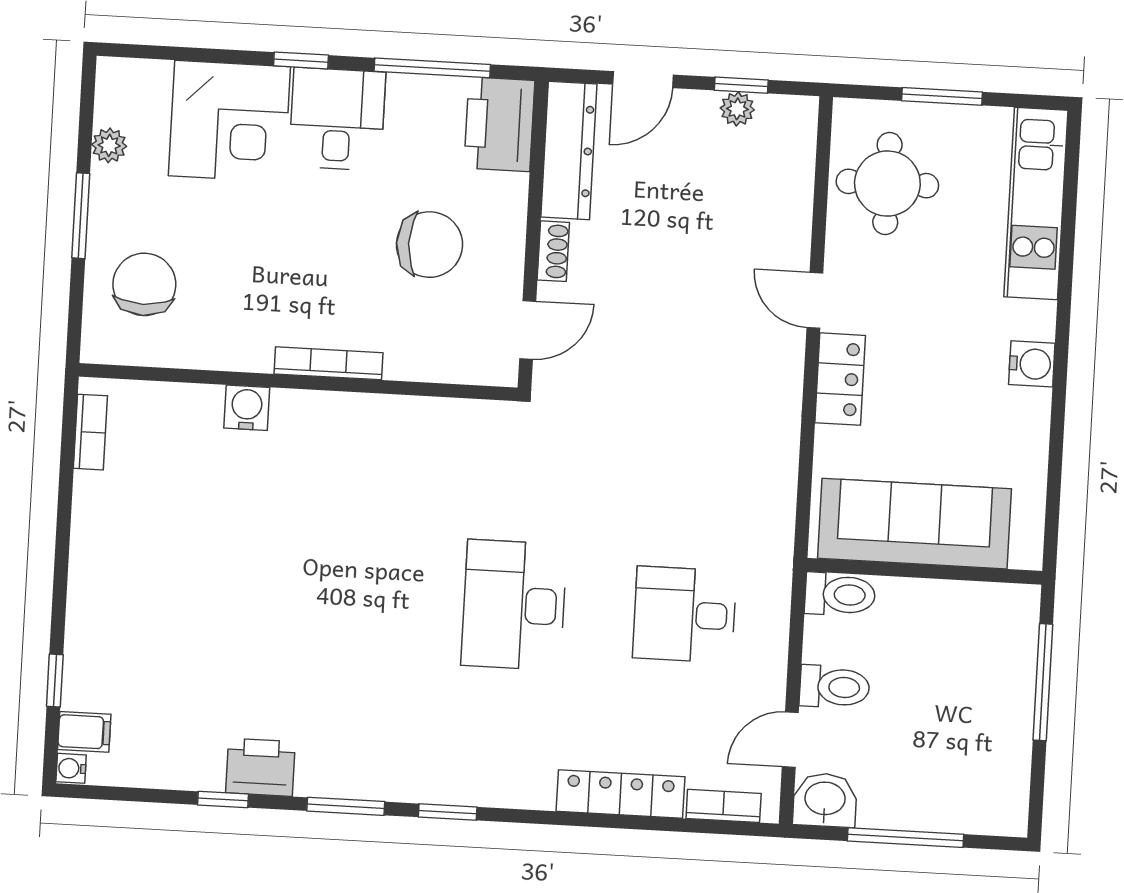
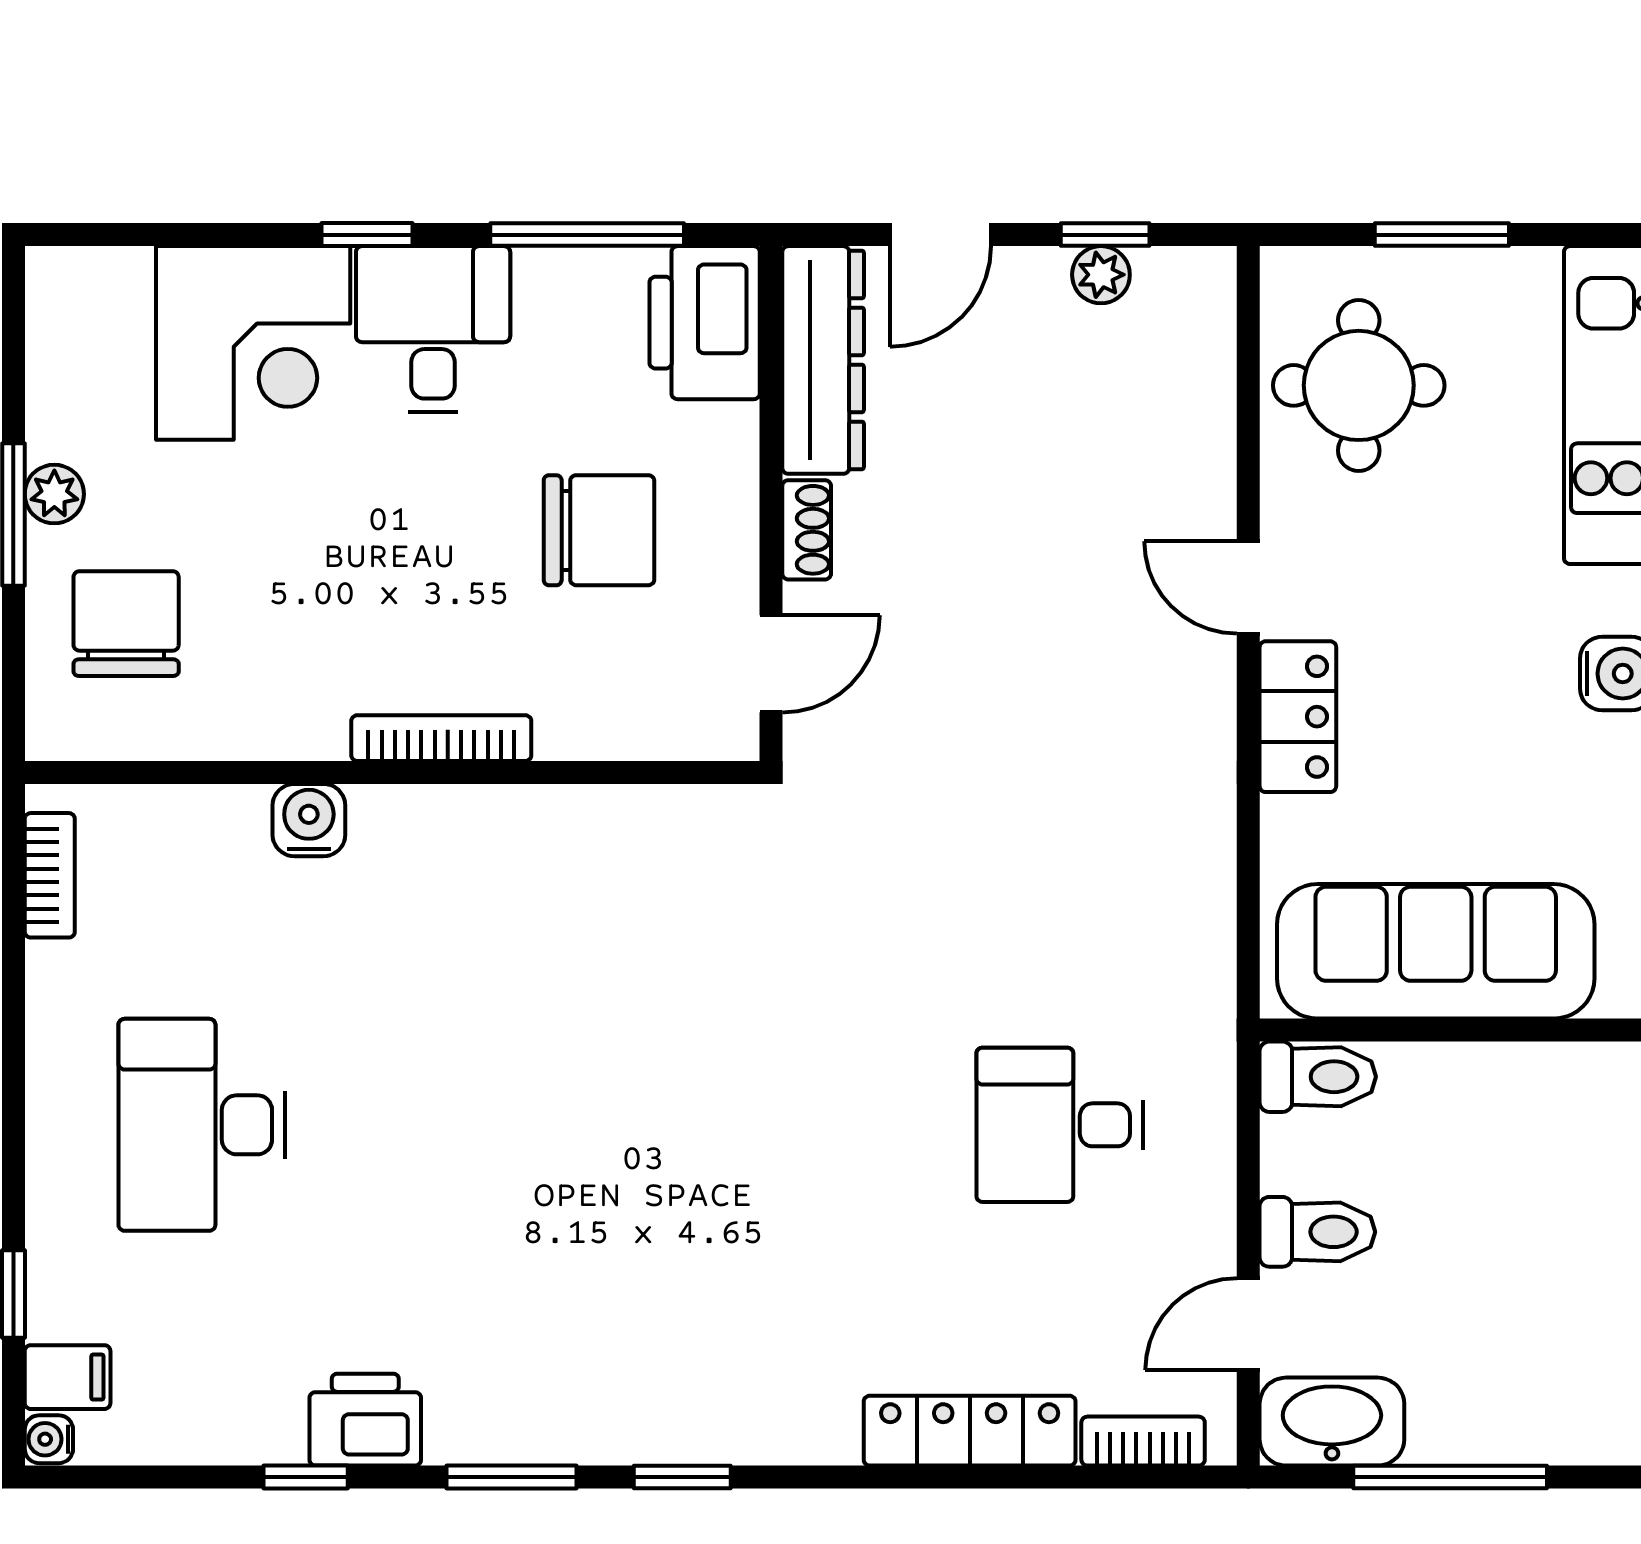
plant: (109, 145) -> (54, 494), moved
desk: (514, 605) -> (202, 1125), moved
washbasin: (825, 800) -> (1332, 1422), width x1.38

